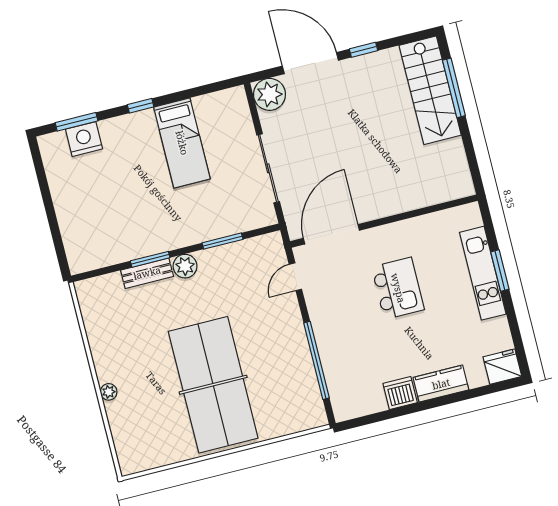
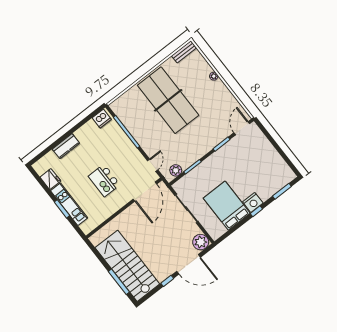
stairs: (430, 90) -> (127, 266), width x1.36, depth x1.51
nightstand: (84, 139) -> (253, 202), moved
bed: (182, 143) -> (227, 206), width x1.50
plant: (185, 266) -> (176, 170), moved
door: (99, 272) -> (242, 128), added
bench: (147, 273) -> (184, 52), moved
fridge: (502, 367) -> (50, 179), moved, turned -90
dishwasher: (400, 393) -> (102, 119), moved

